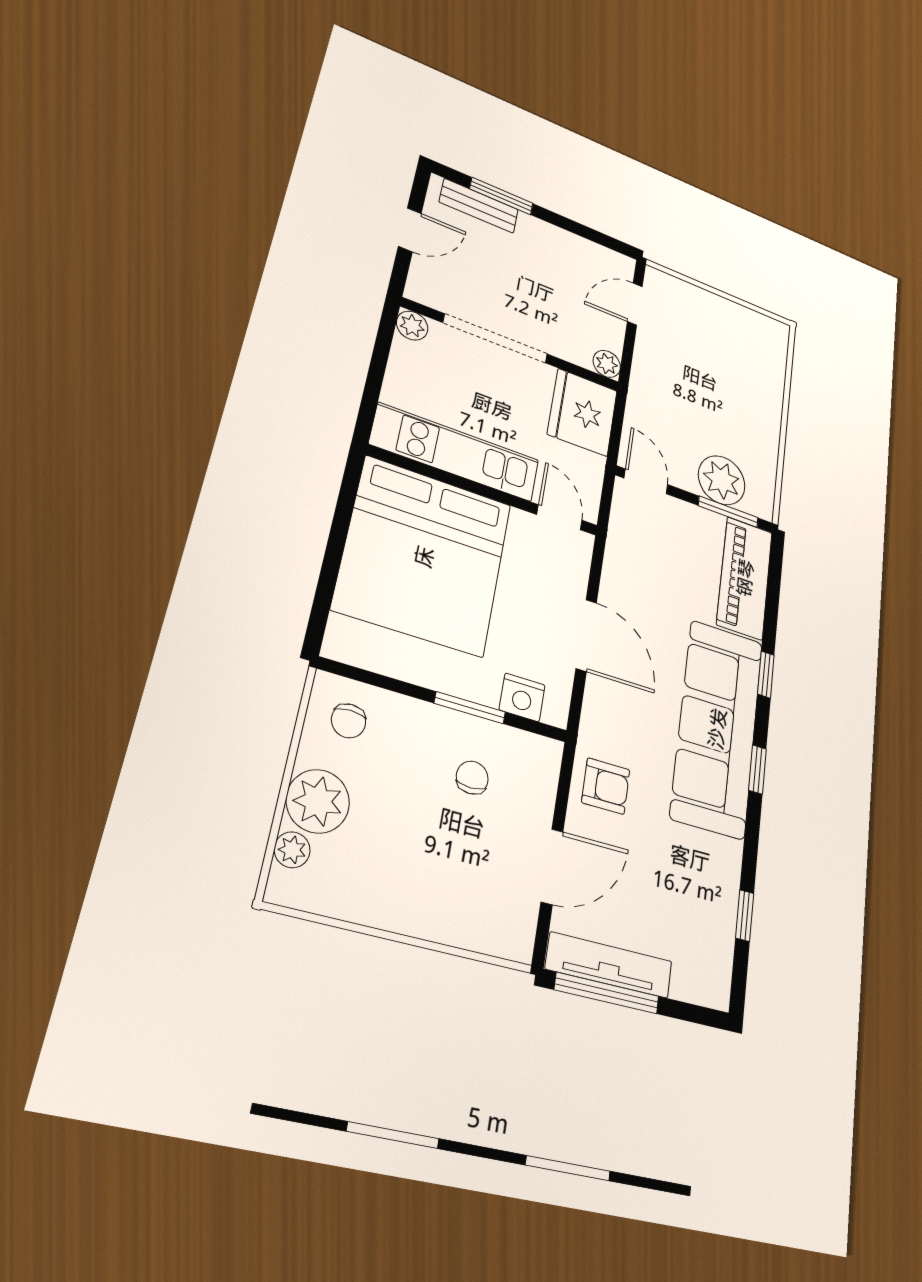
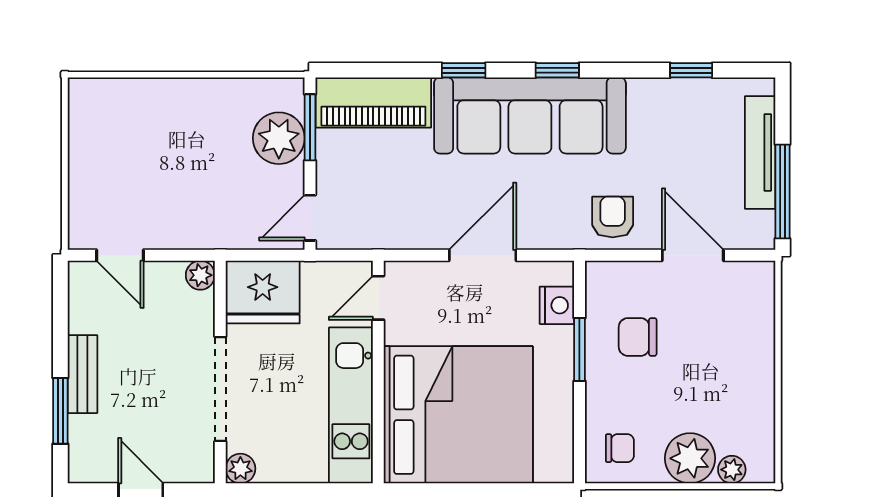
bench: (479, 206) -> (82, 374), moved
chair: (472, 778) -> (638, 337), width x1.37, depth x1.37
tv unit: (609, 965) -> (760, 153), moved

